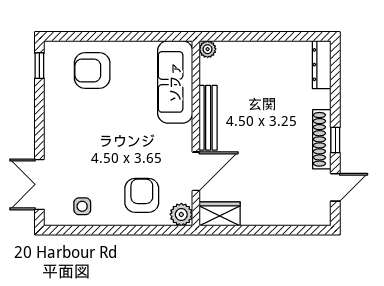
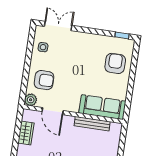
plant: (208, 49) -> (117, 127), removed
bench: (208, 118) -> (92, 124), moved
wardrobe: (220, 214) -> (26, 133), moved

